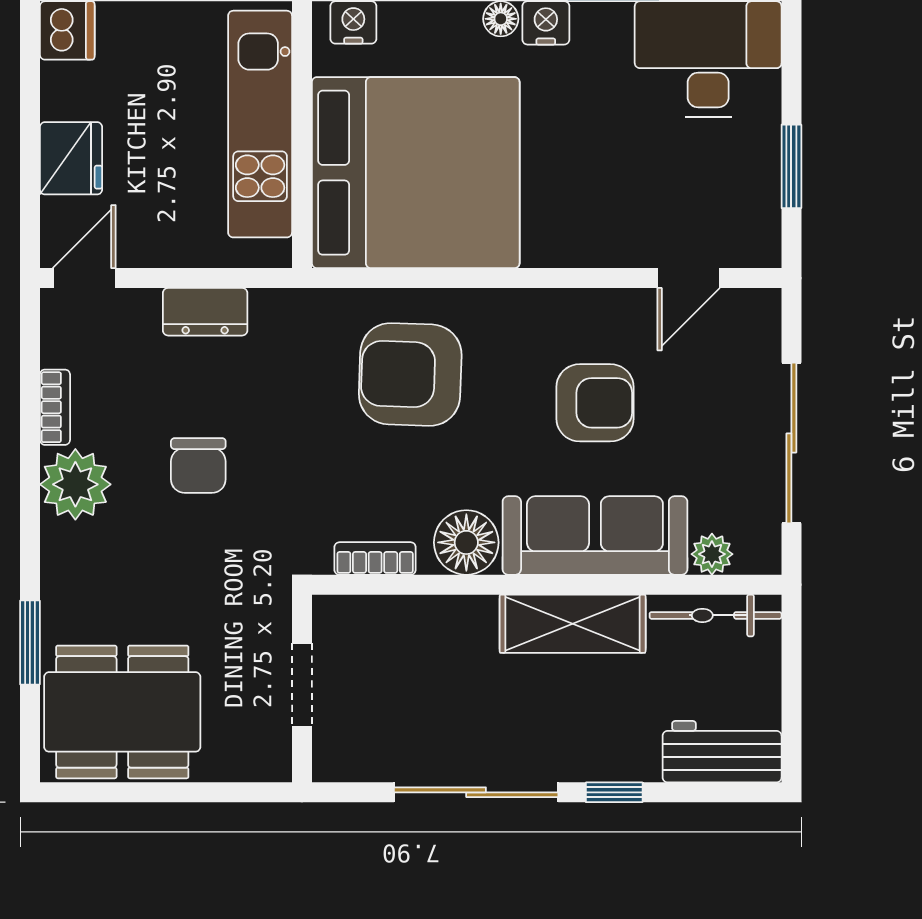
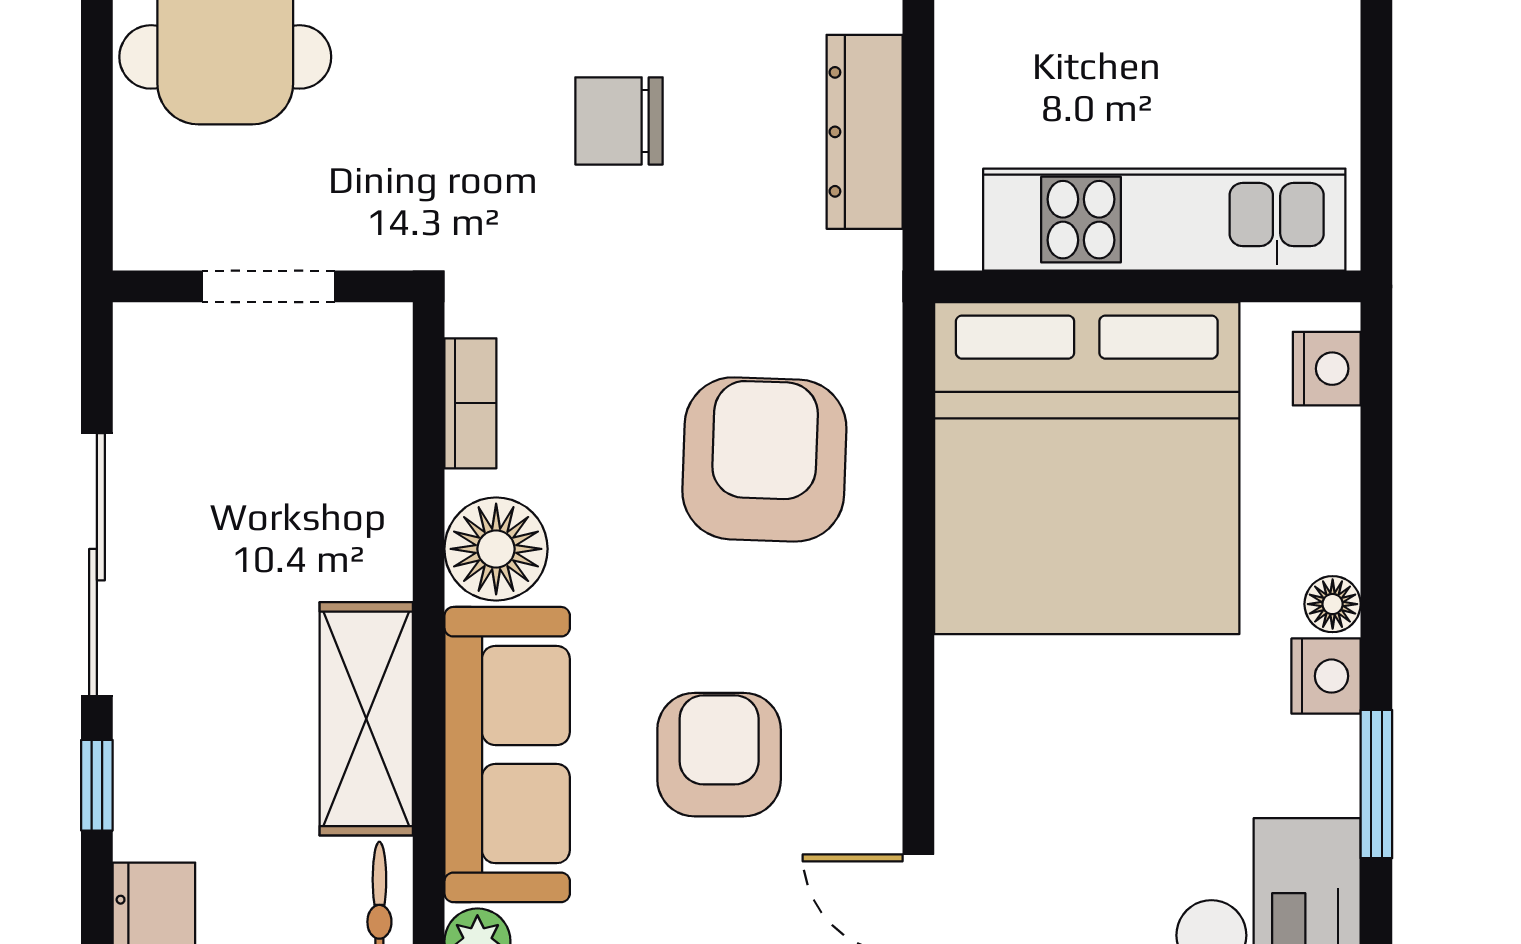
dresser: (205, 312) -> (865, 132), width x1.44
armchair: (595, 403) -> (719, 755), turned 180

